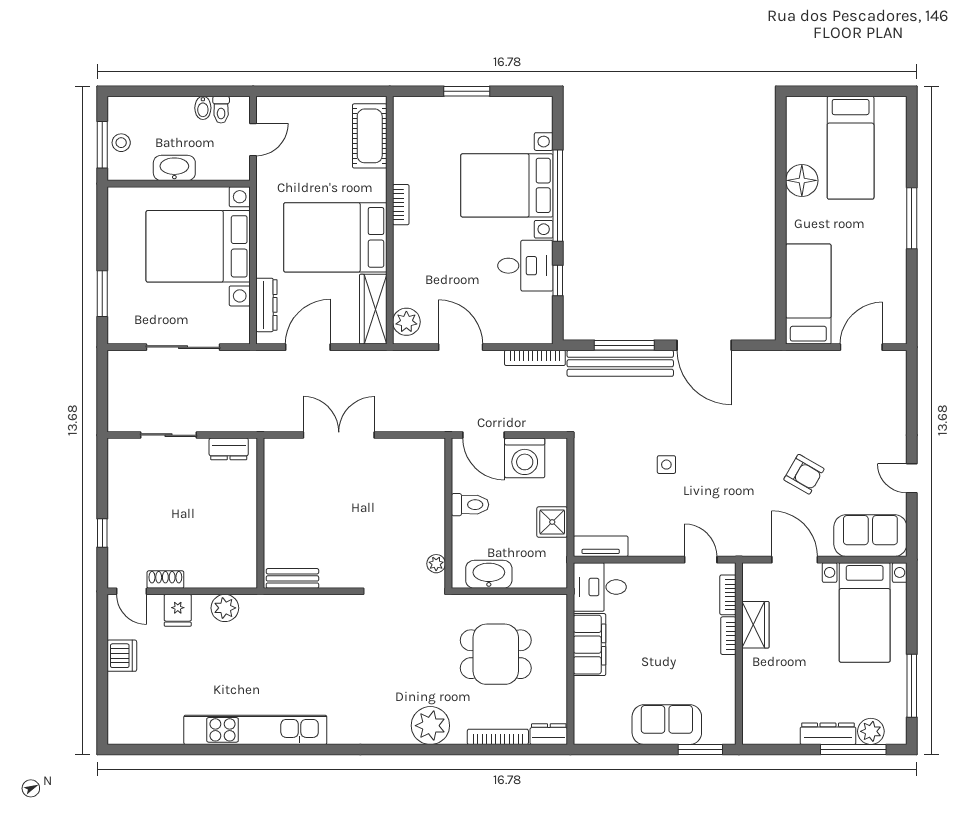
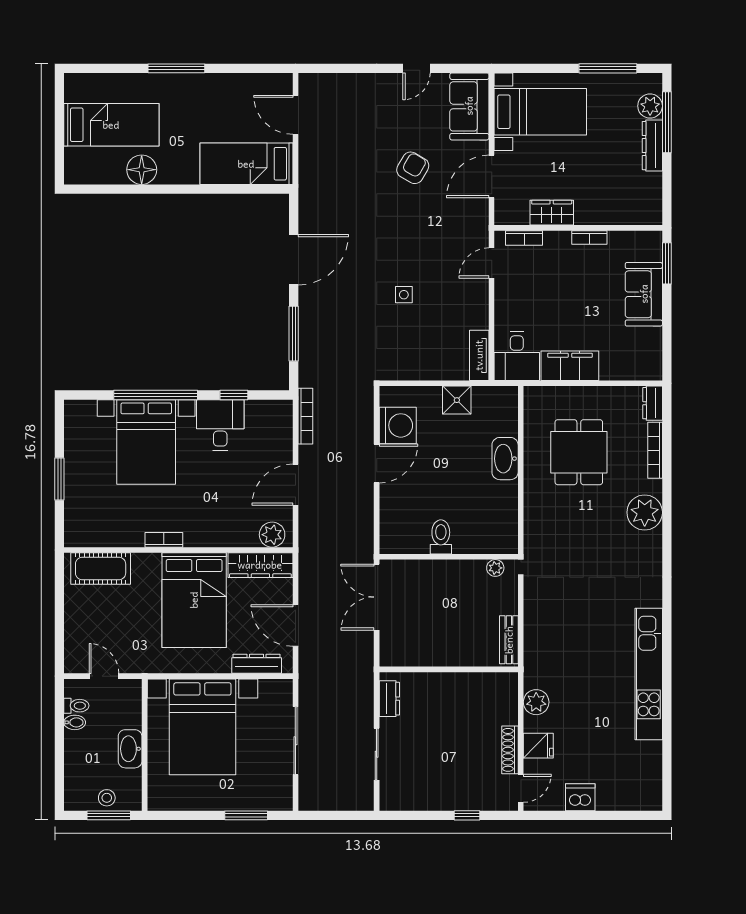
bench: (620, 363) -> (310, 337), removed
toilet: (470, 505) -> (441, 537), moved
wall: (448, 513) -> (449, 557), moved
plant: (436, 564) -> (495, 568), moved
shoe rack: (165, 580) -> (510, 750), width x1.43
bookcase: (728, 636) -> (589, 238), moved

